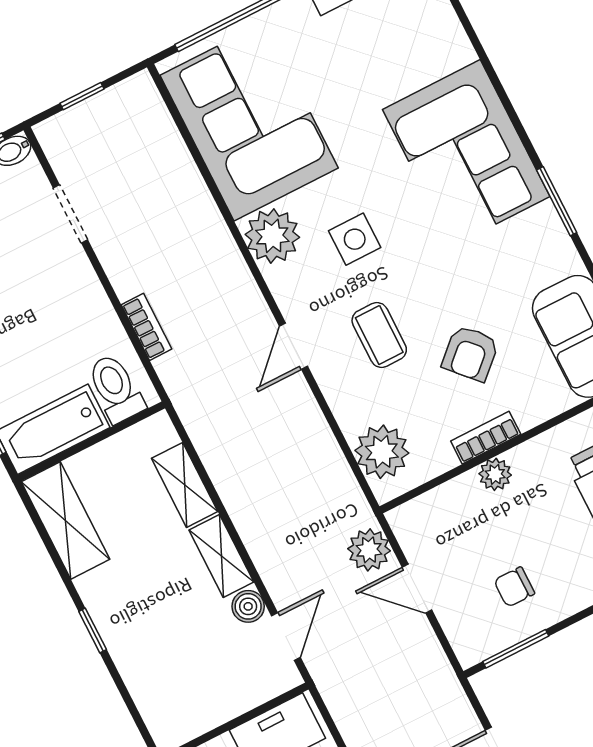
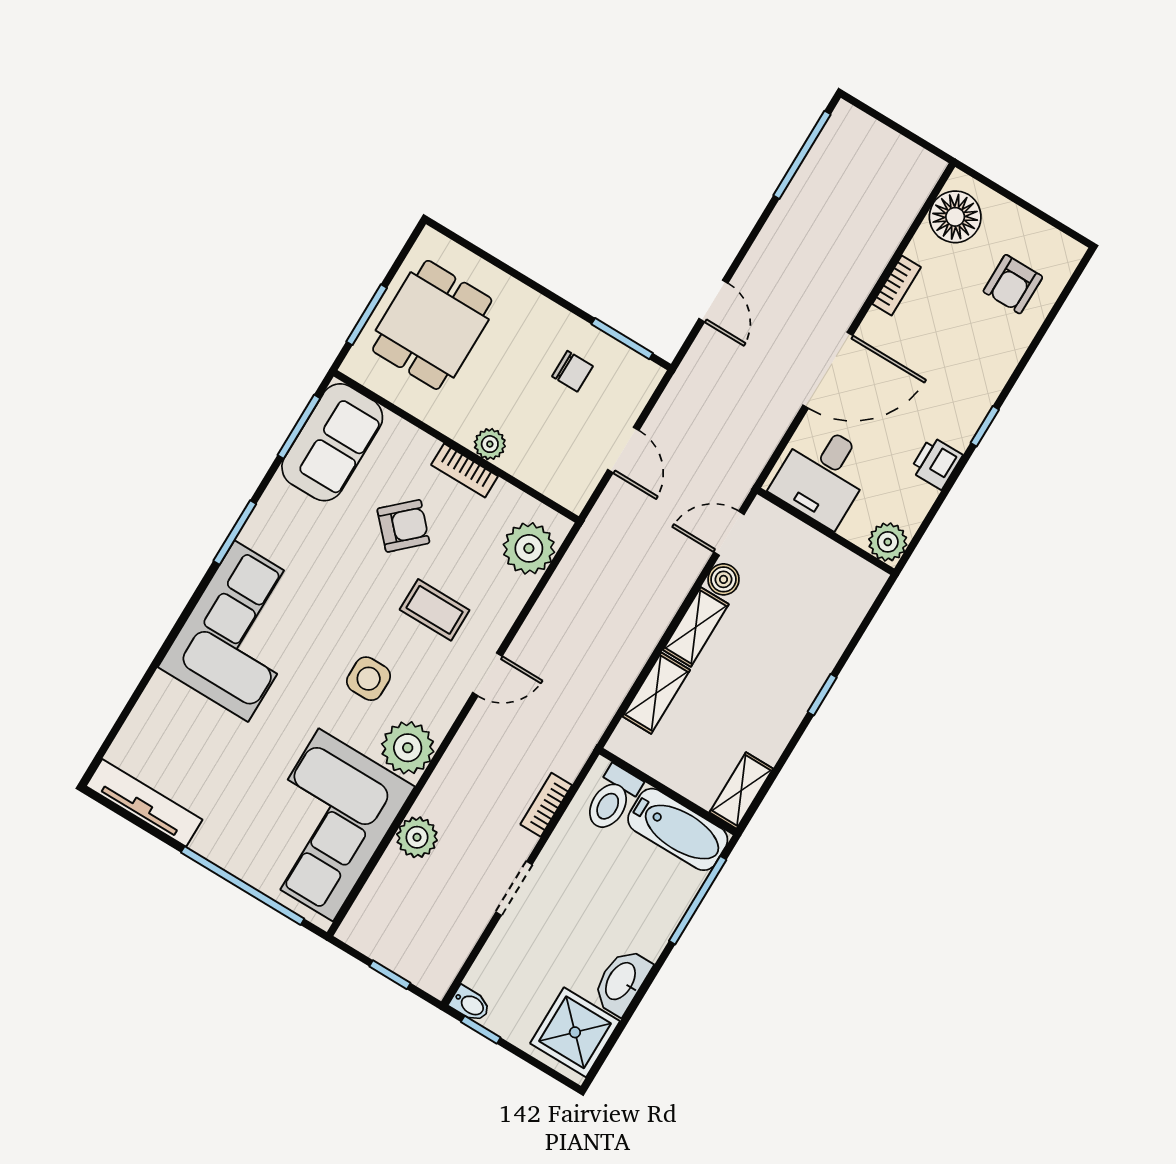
doorway: (70, 214) -> (514, 888), moved
coffee table: (379, 335) -> (435, 610), turned 90
shelving: (66, 520) -> (741, 790), width x0.67, depth x0.75
plant: (369, 550) -> (417, 837), moved

